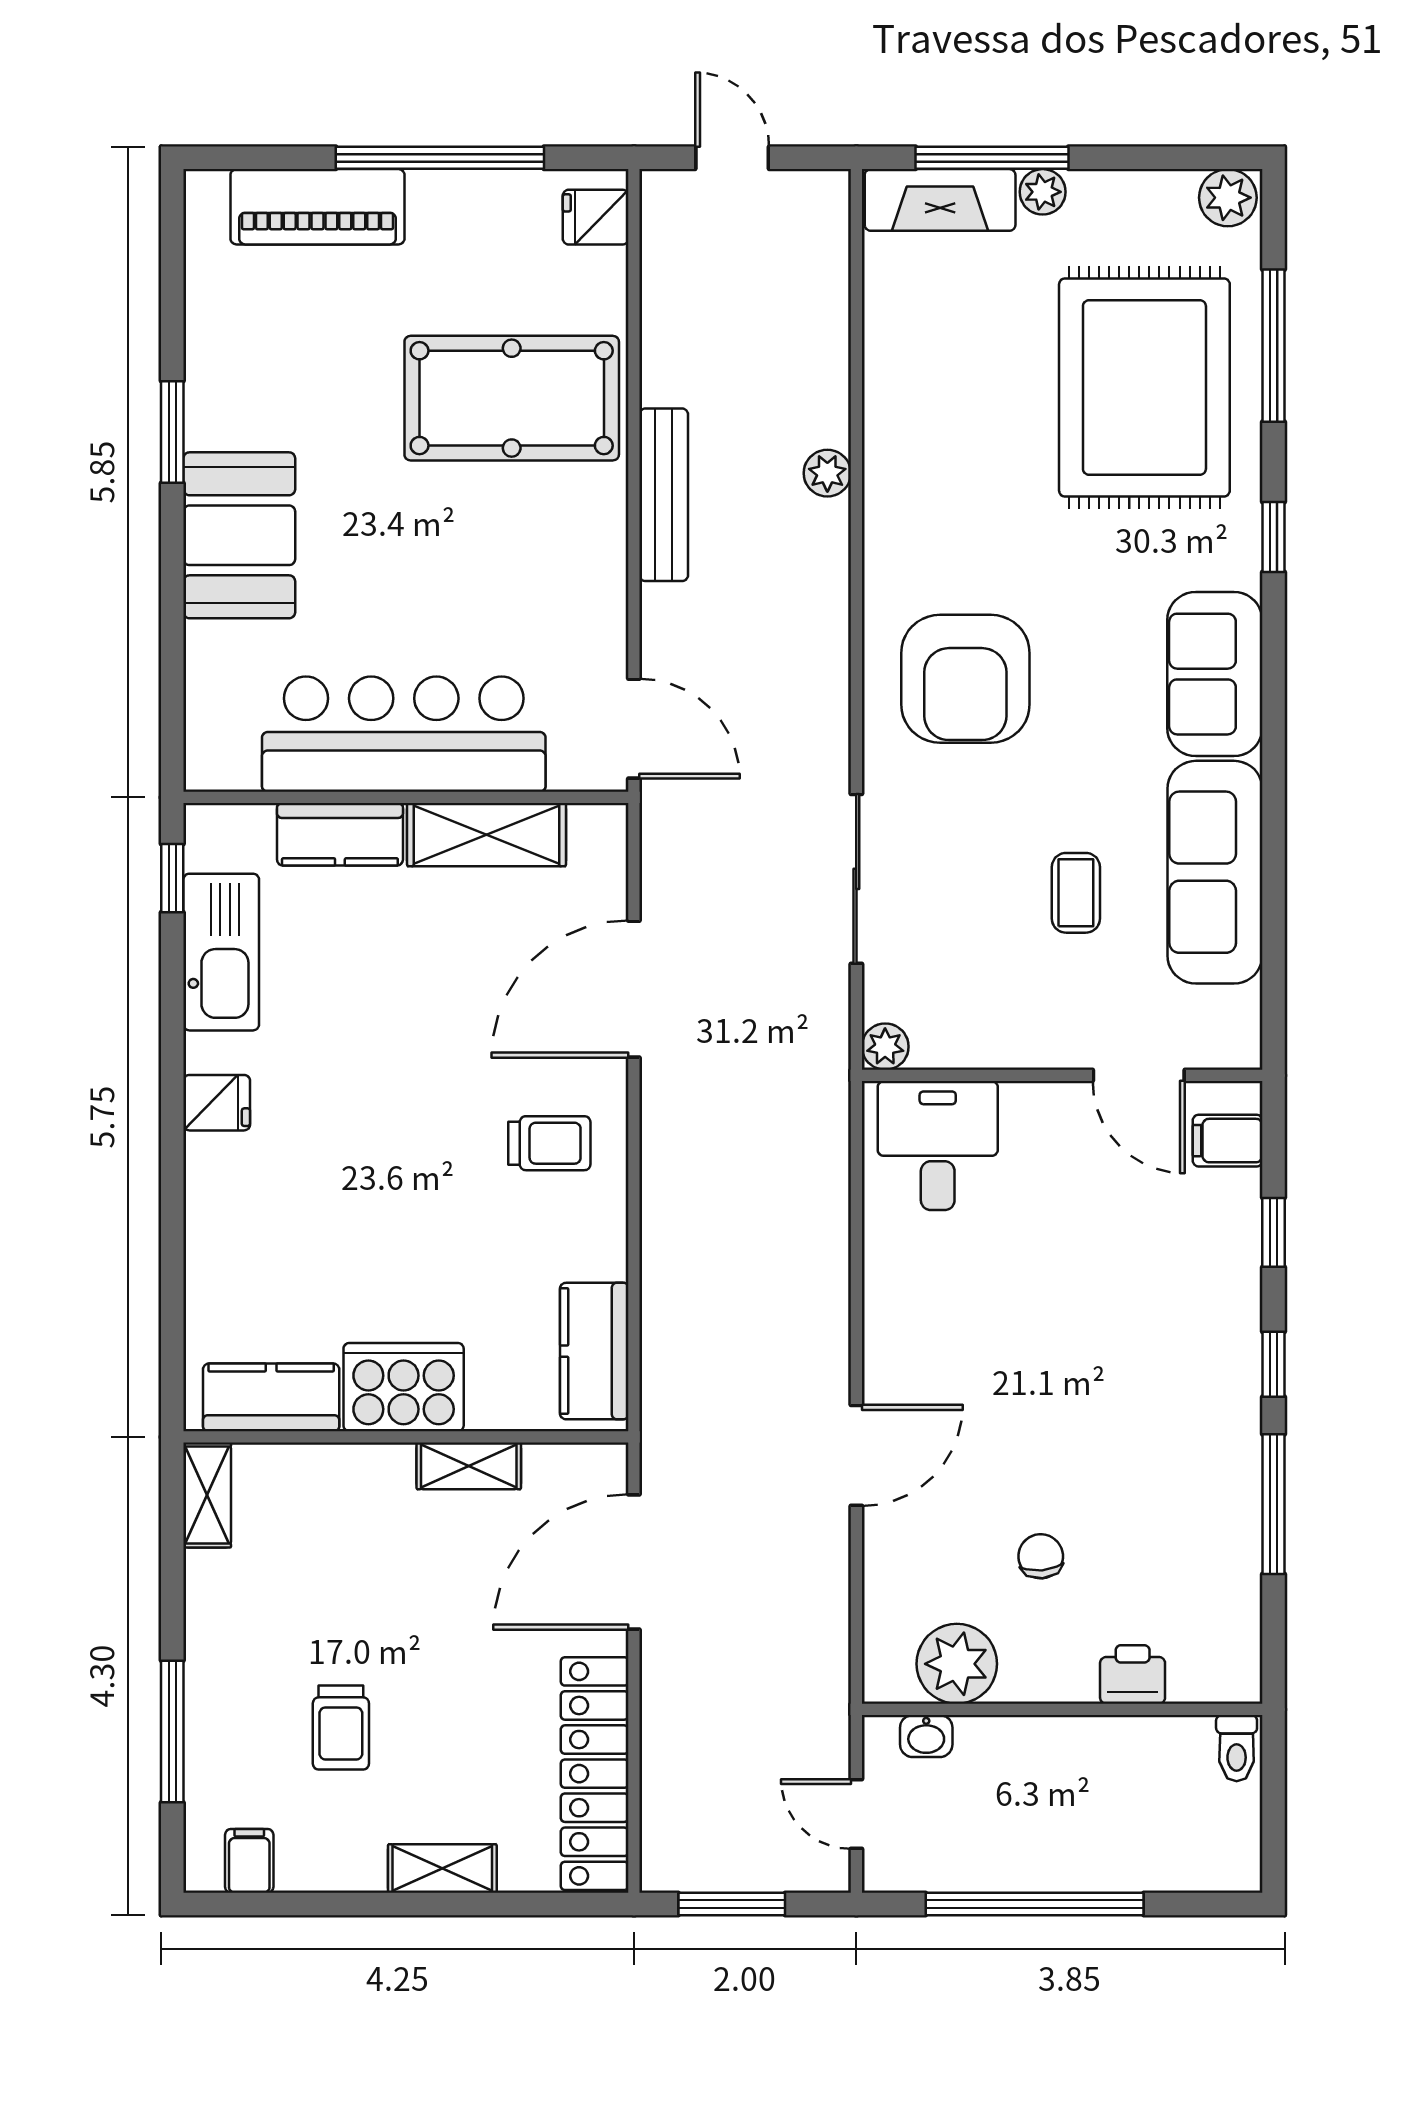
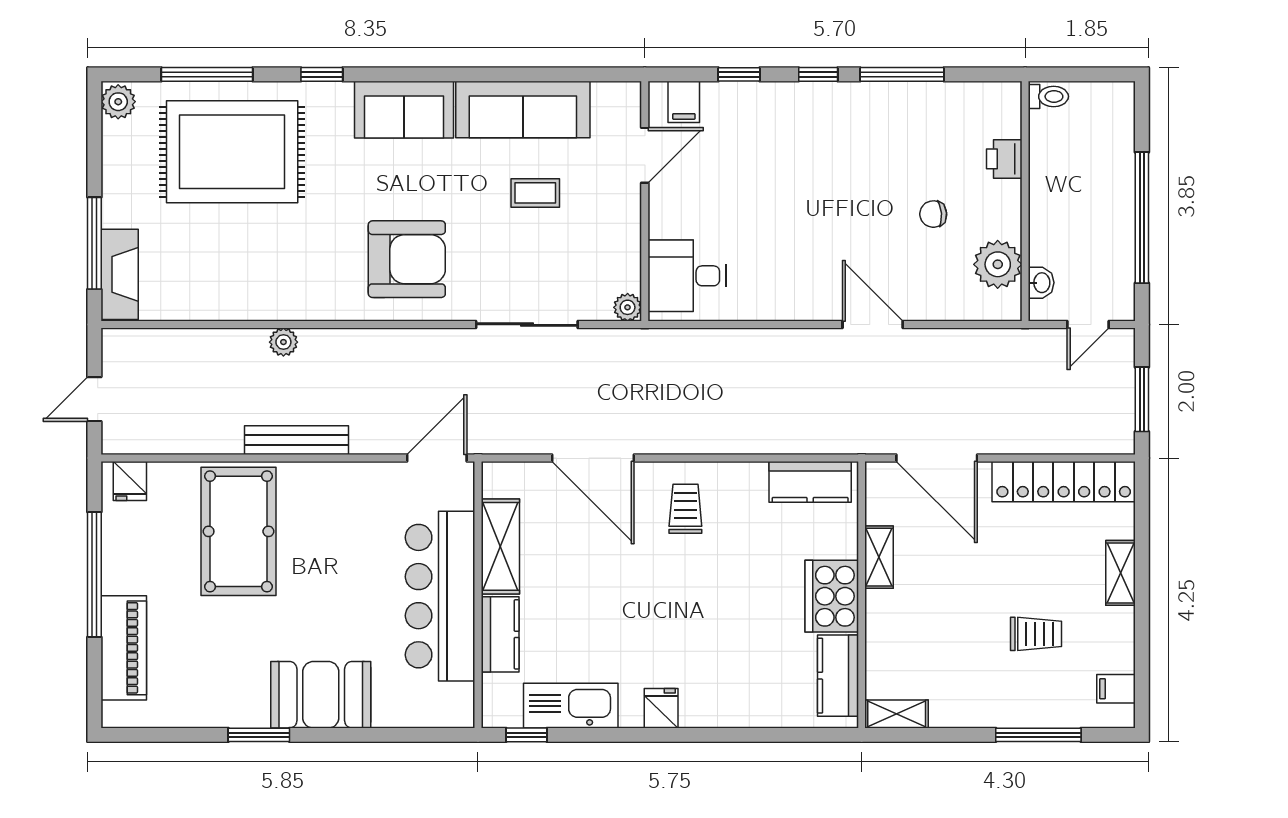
plant: (1043, 192) -> (115, 213), removed

